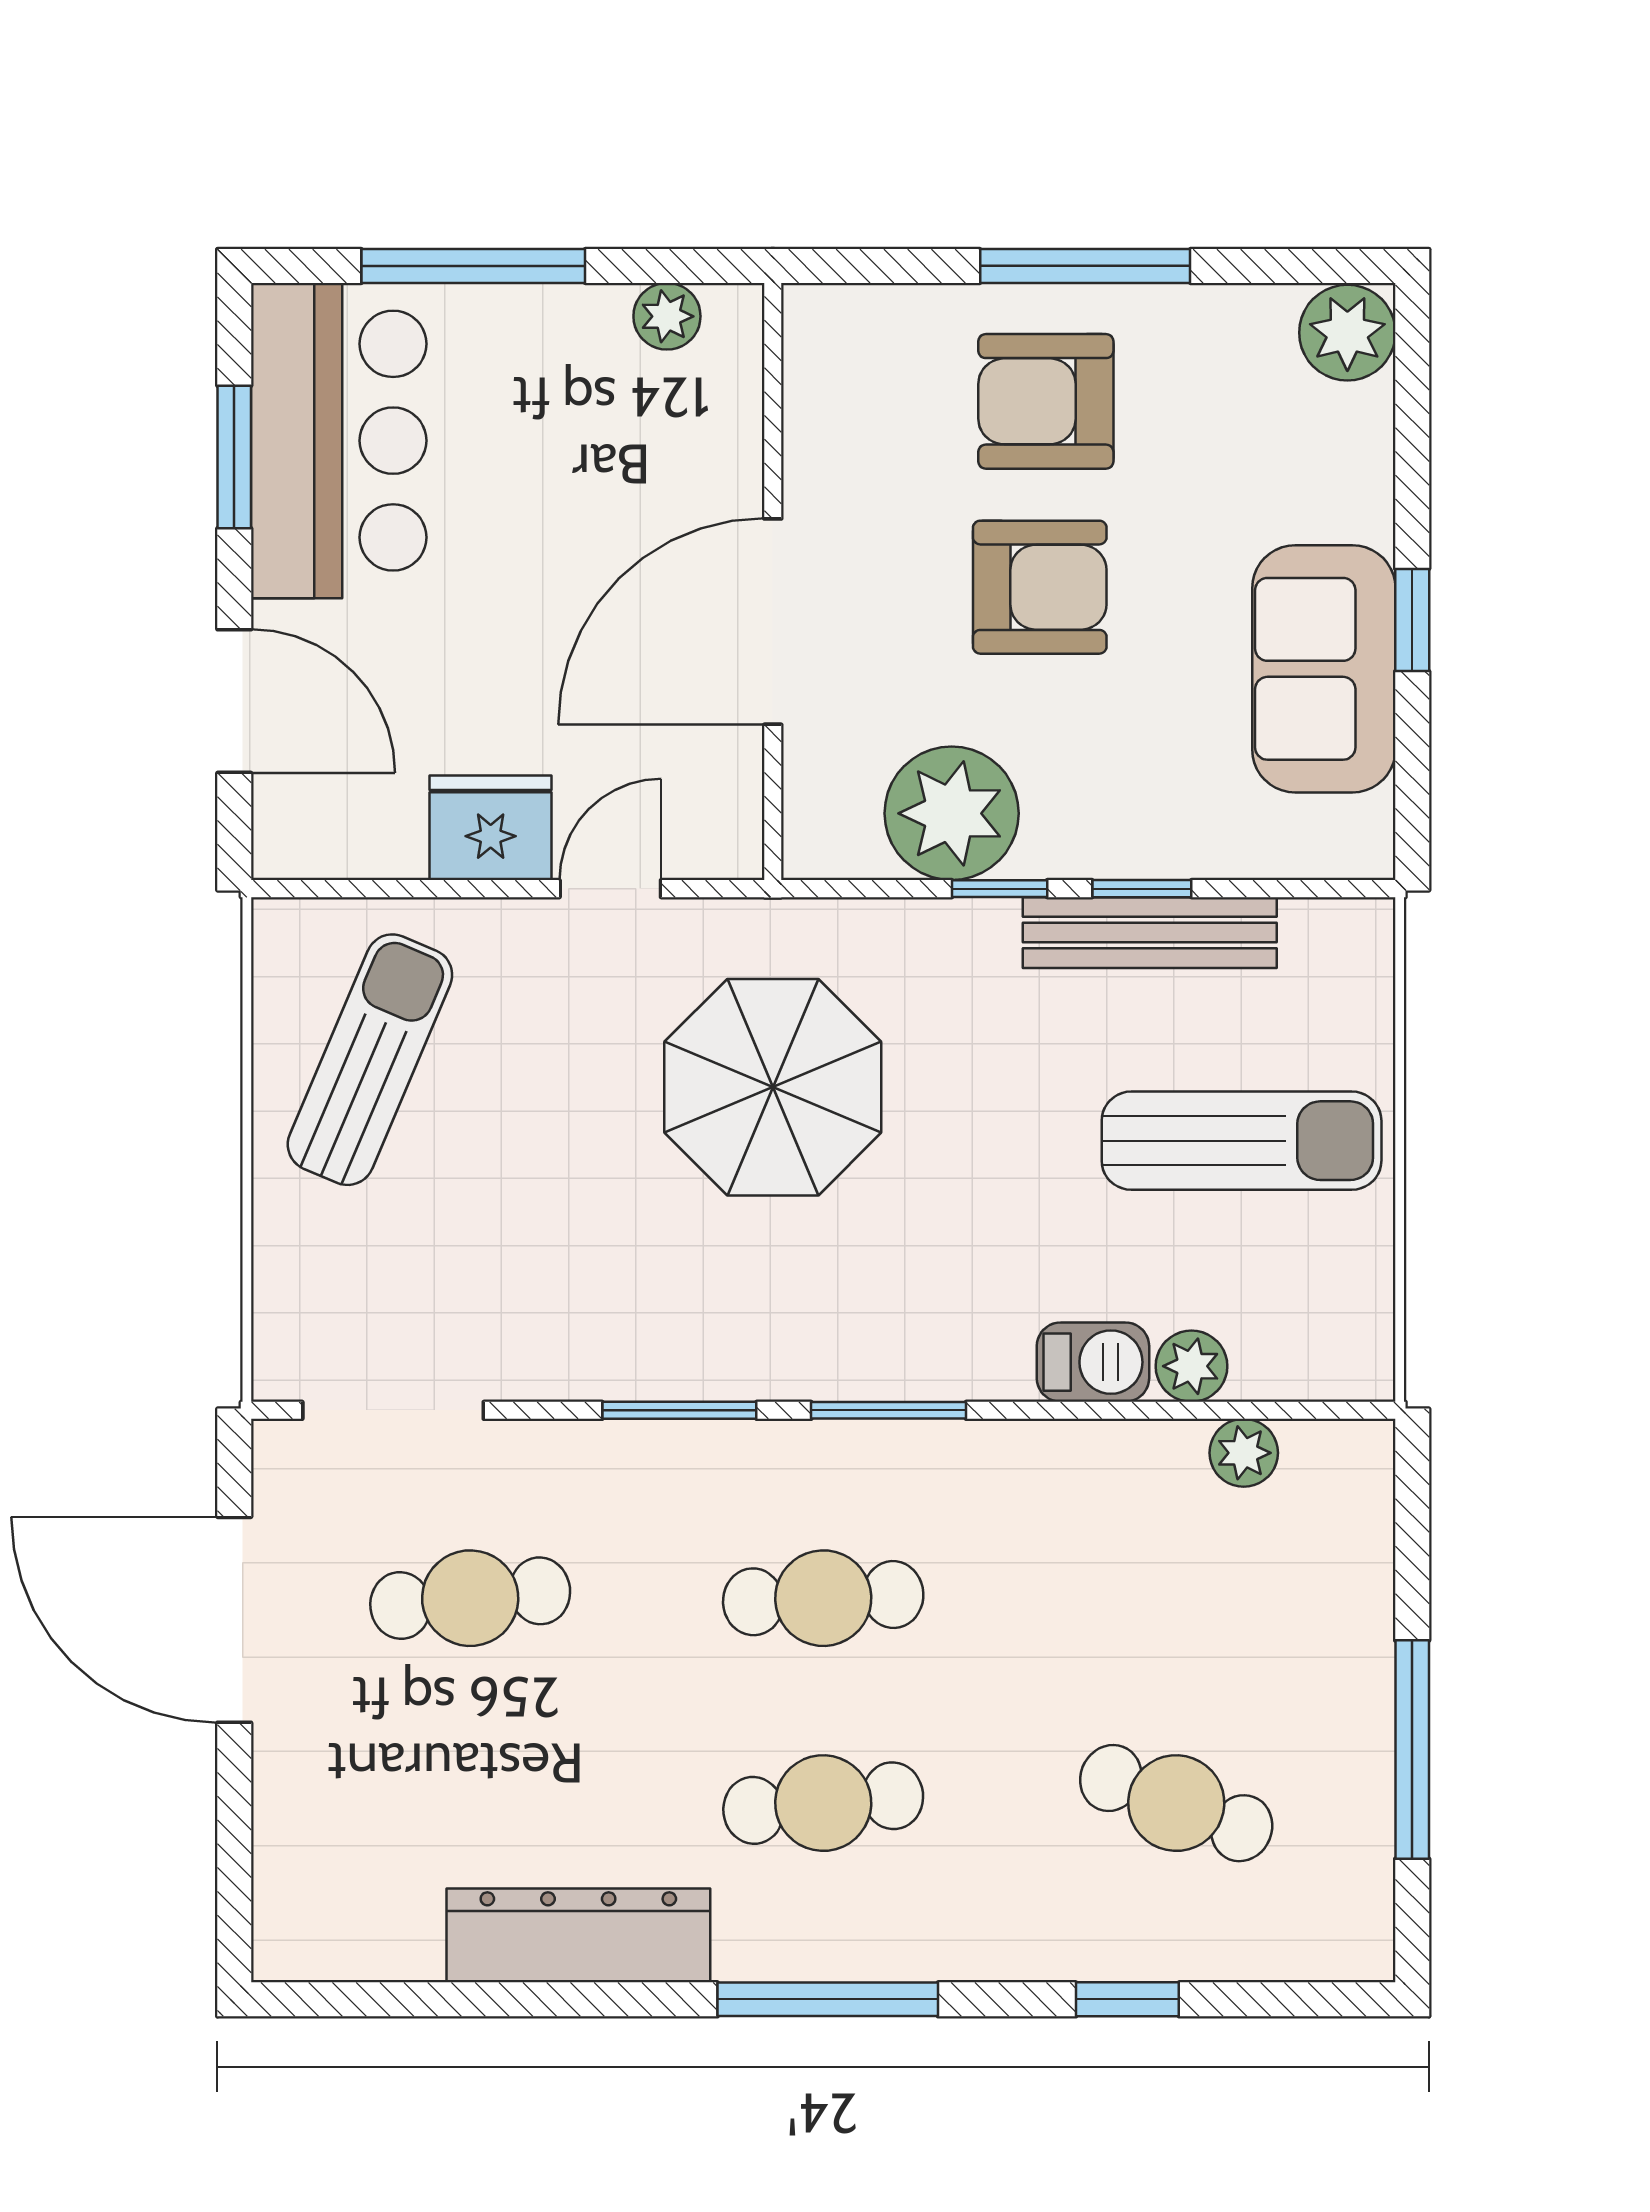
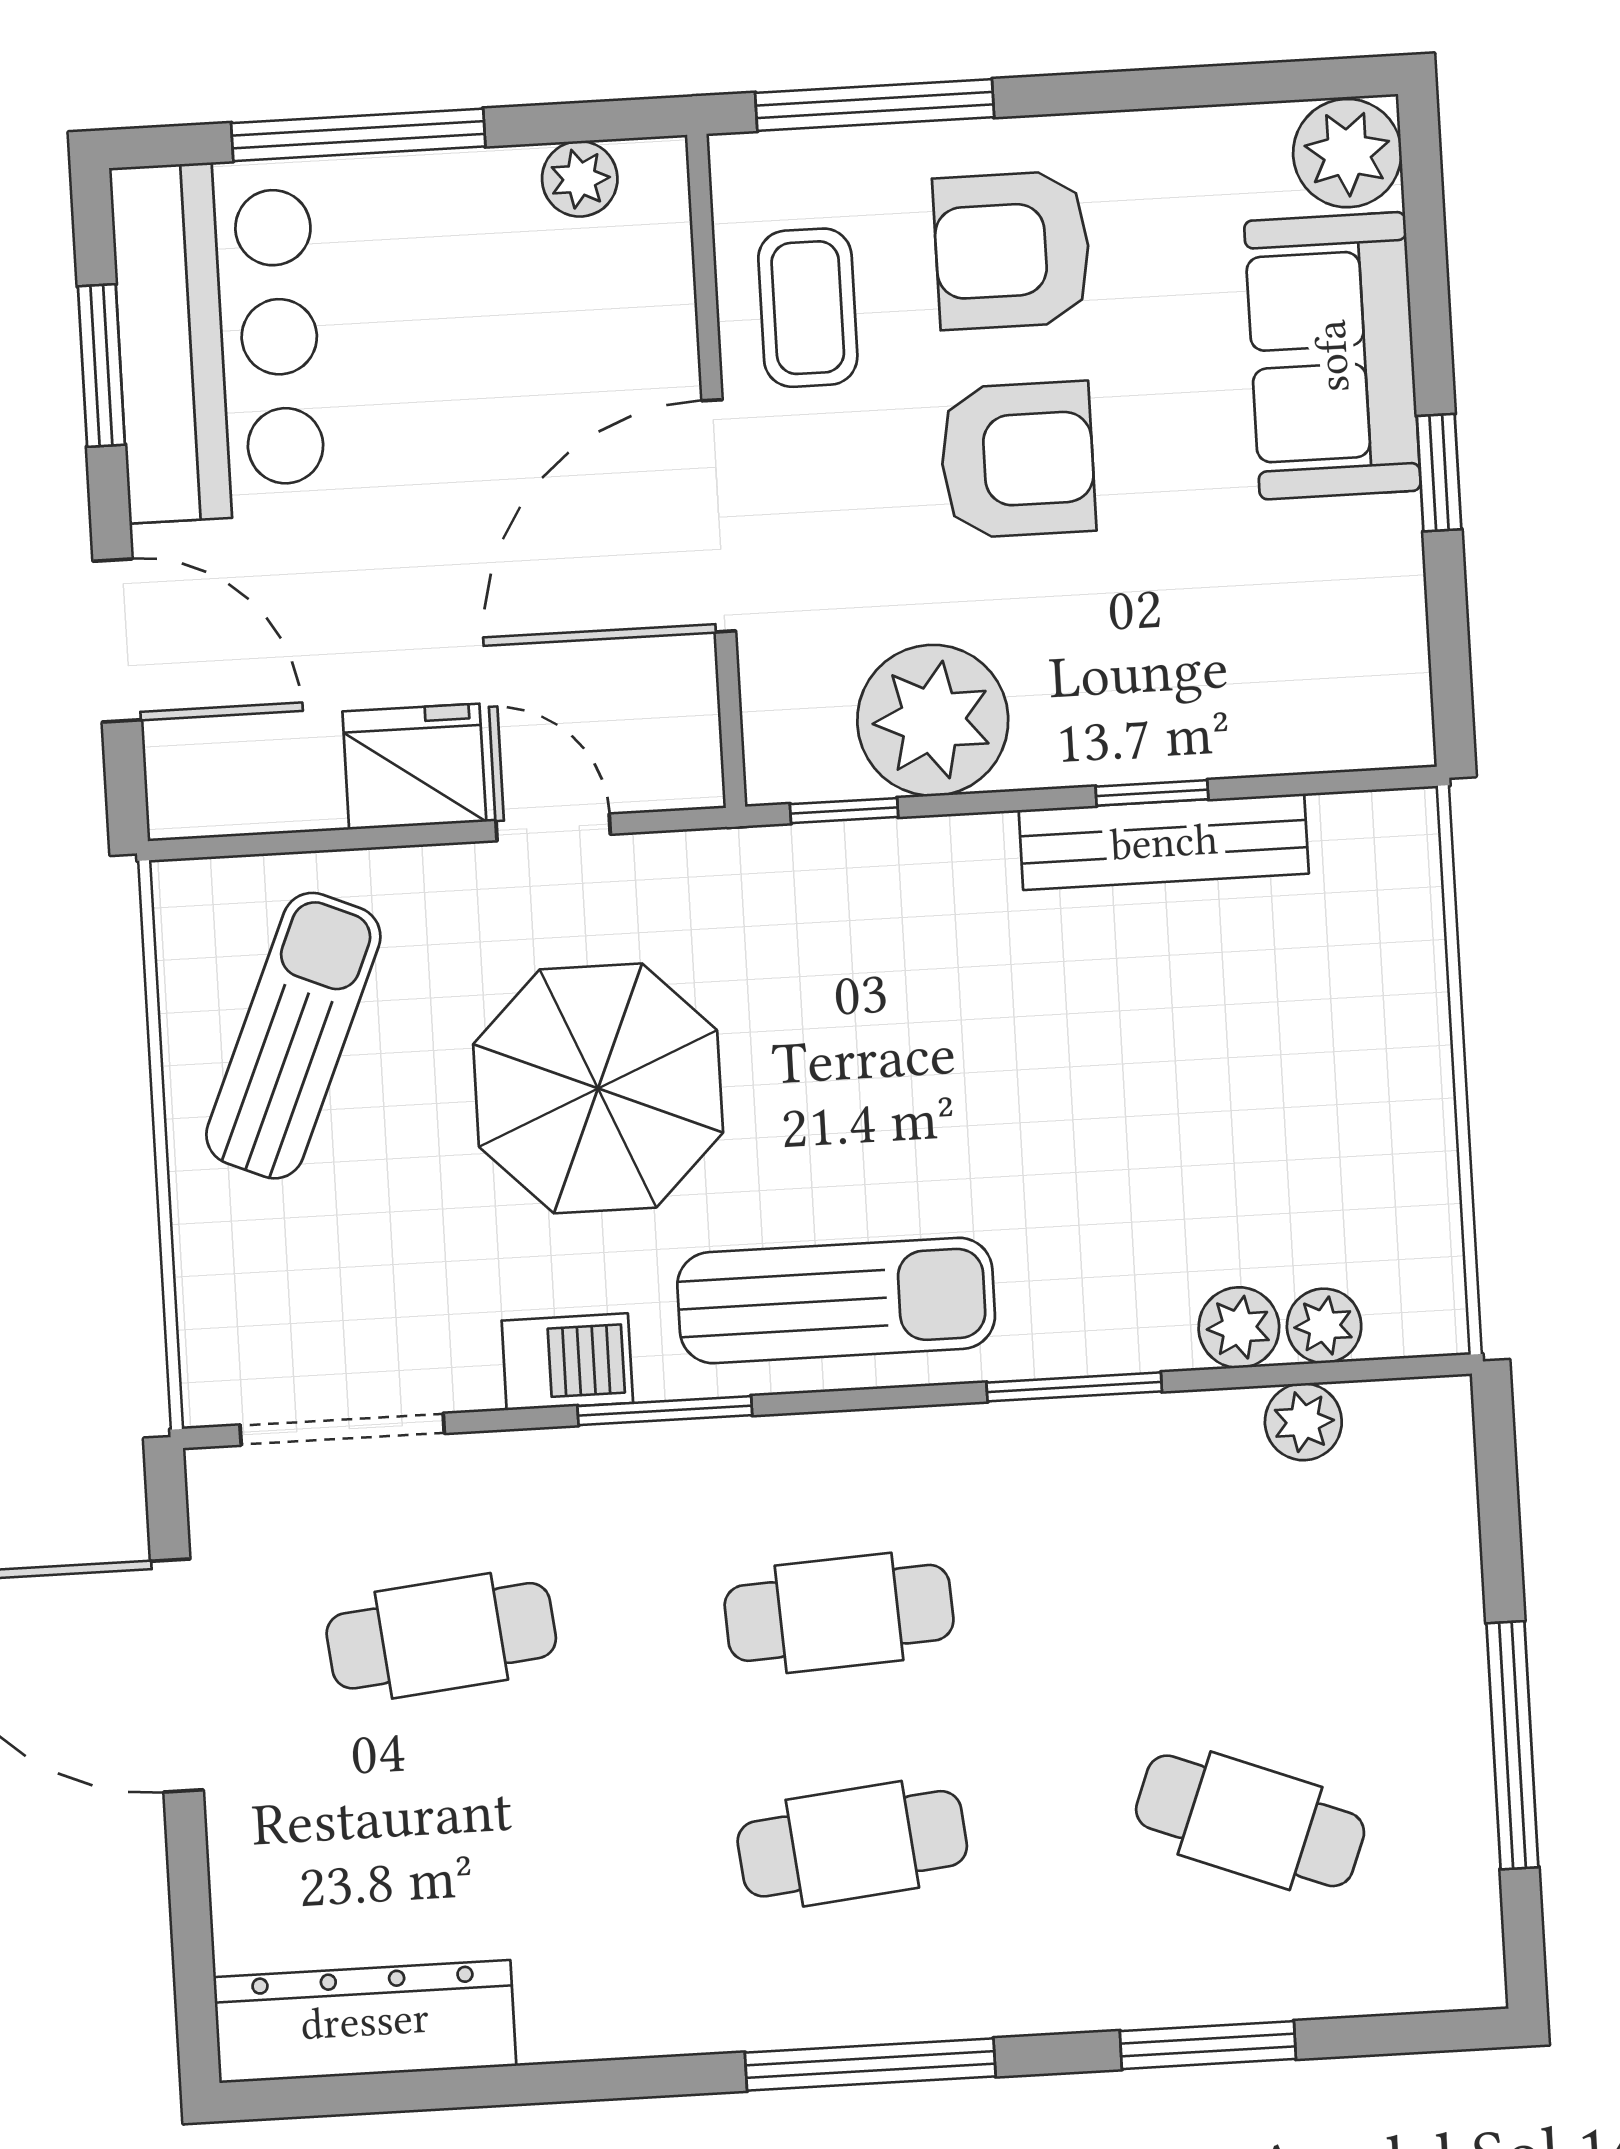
window: (1085, 266) -> (875, 105), moved
coffee table: (862, 442) -> (808, 308), added
sofa: (1324, 669) -> (1332, 356), moved
door: (610, 889) -> (553, 827), hinge flipped
window: (1000, 889) -> (844, 811), moved
parasol: (773, 1087) -> (598, 1088), moved
sun lounger: (1242, 1141) -> (836, 1300), moved
barbecue: (1093, 1362) -> (567, 1362), moved
plant: (1267, 1369) -> (1324, 1326), added
window: (889, 1410) -> (1074, 1387), moved
dresser: (578, 1935) -> (365, 2021), moved
window: (1127, 1999) -> (1208, 2045), width x1.50

